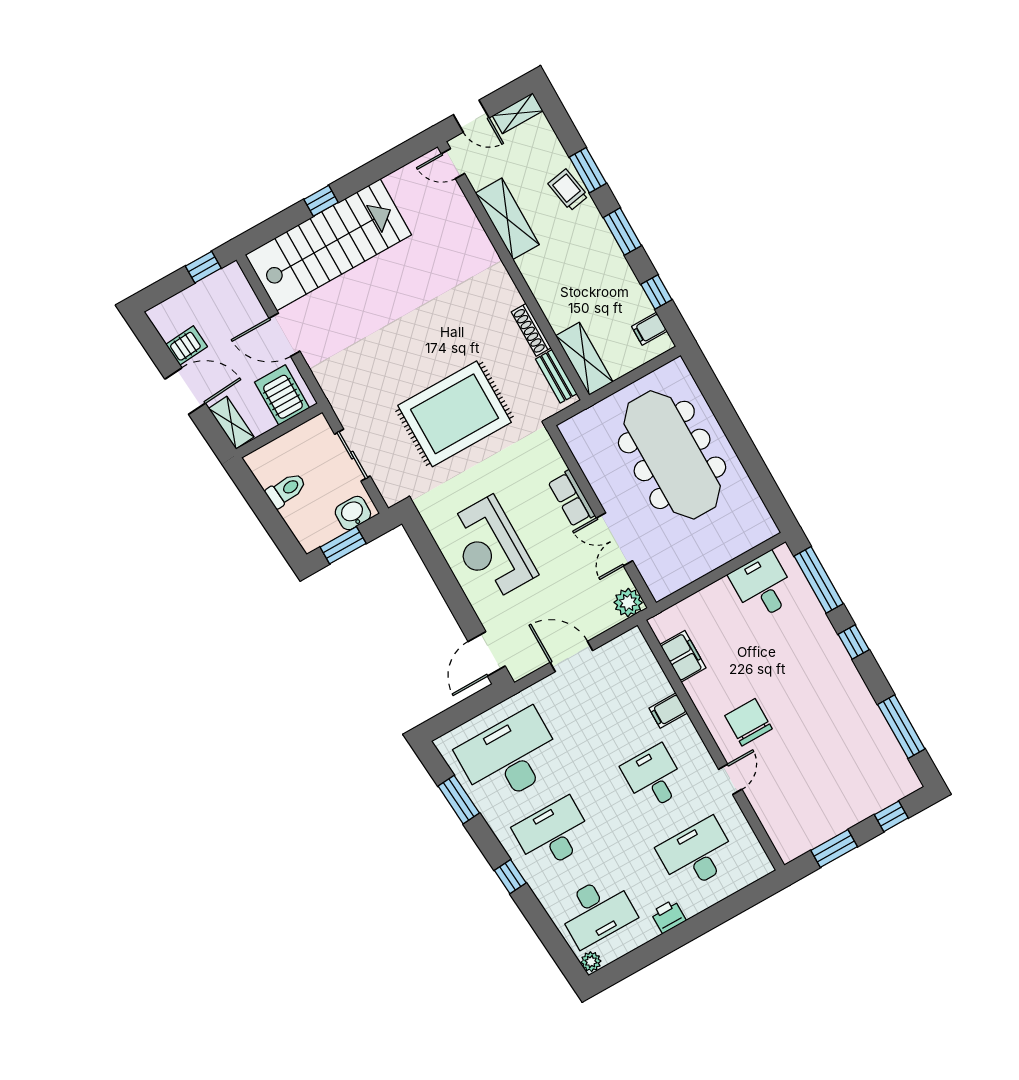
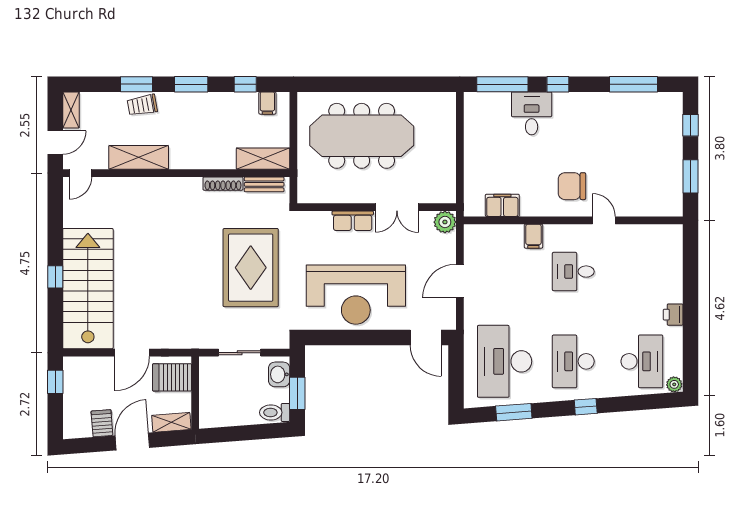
toilet: (286, 490) -> (275, 412), moved, turned -86
reception desk: (491, 549) -> (356, 295), width x1.36, depth x1.30
desk: (763, 586) -> (532, 113), moved, turned 90
desk: (697, 854) -> (642, 272), removed

